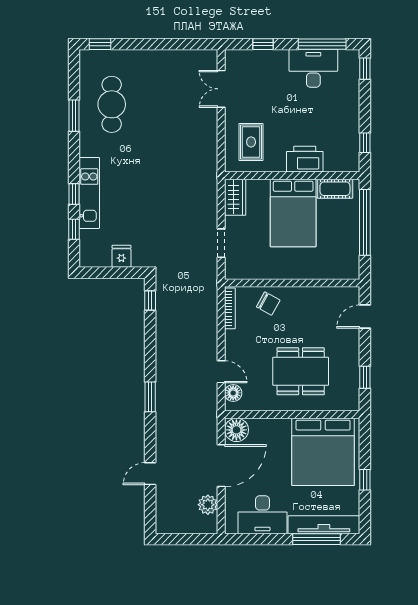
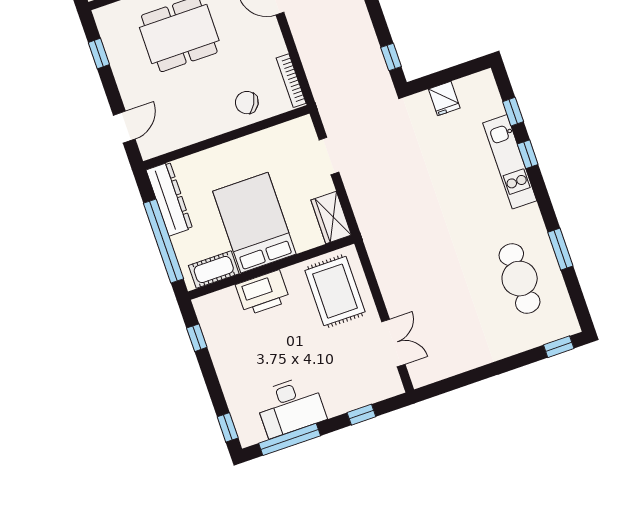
rug: (251, 142) -> (335, 291), width x1.36, depth x1.43
dresser: (350, 252) -> (169, 199), added

